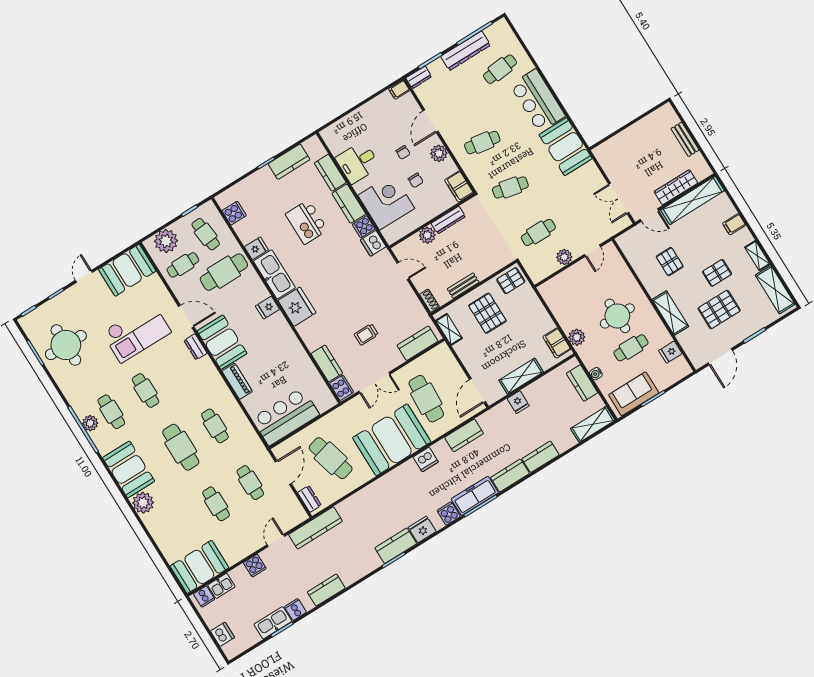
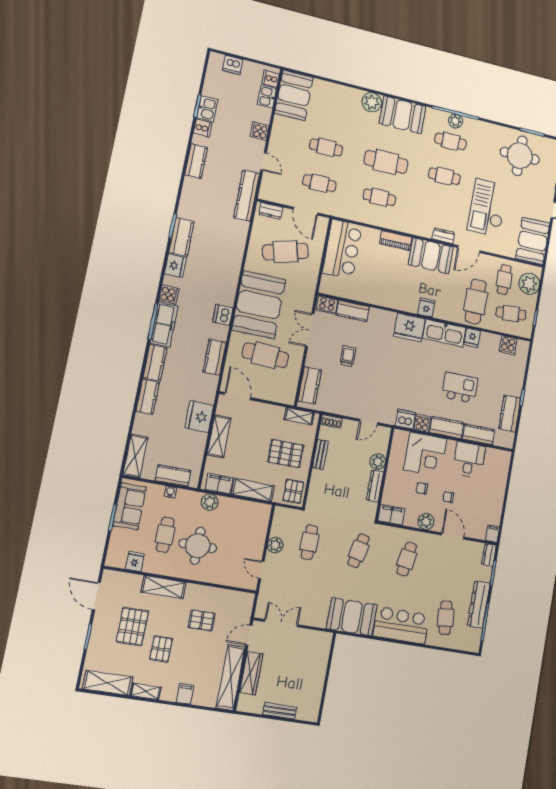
shelving: (538, 313) -> (253, 490), added
fridge: (518, 402) -> (199, 417), width x1.88, depth x1.34
kitchen sink: (273, 623) -> (207, 109), width x0.73

